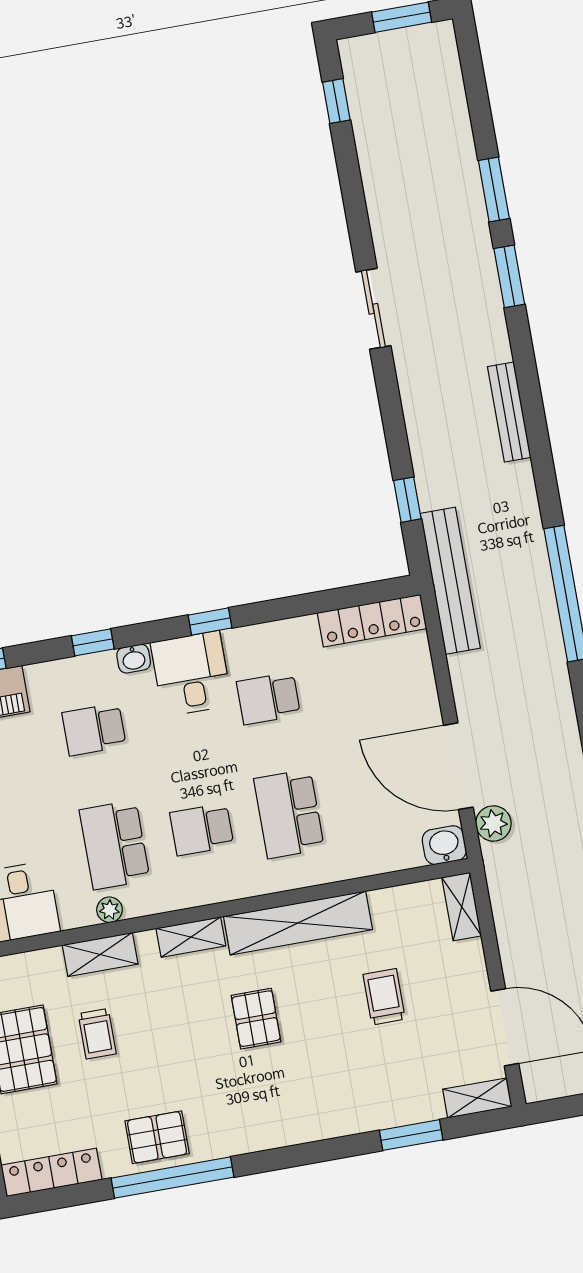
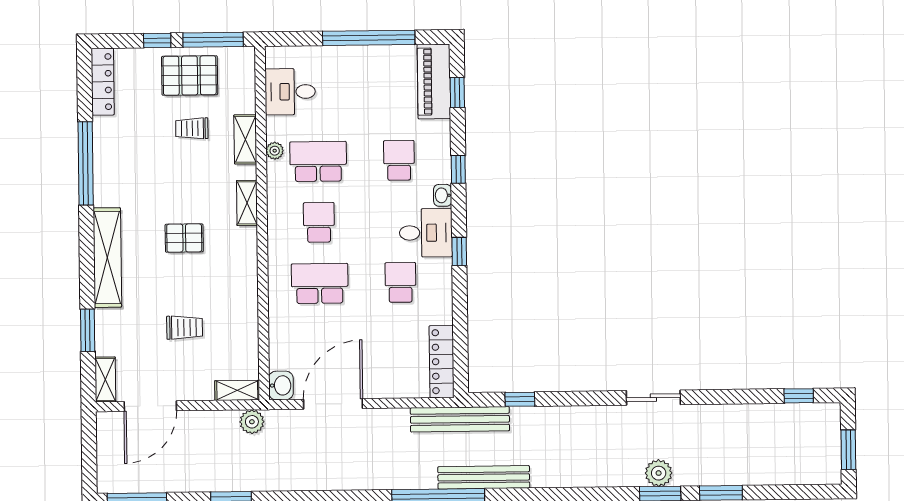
plant: (480, 283) -> (659, 473), added
bench: (509, 412) -> (484, 477), moved, width x1.37, depth x1.21
plant: (493, 823) -> (252, 422), moved
shelving: (298, 923) -> (107, 258), moved
pallet: (157, 1137) -> (115, 157), removed

